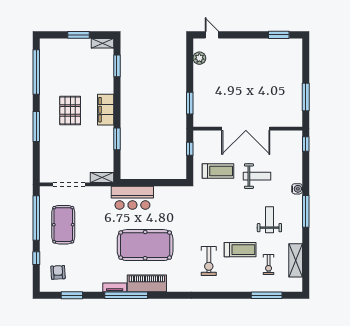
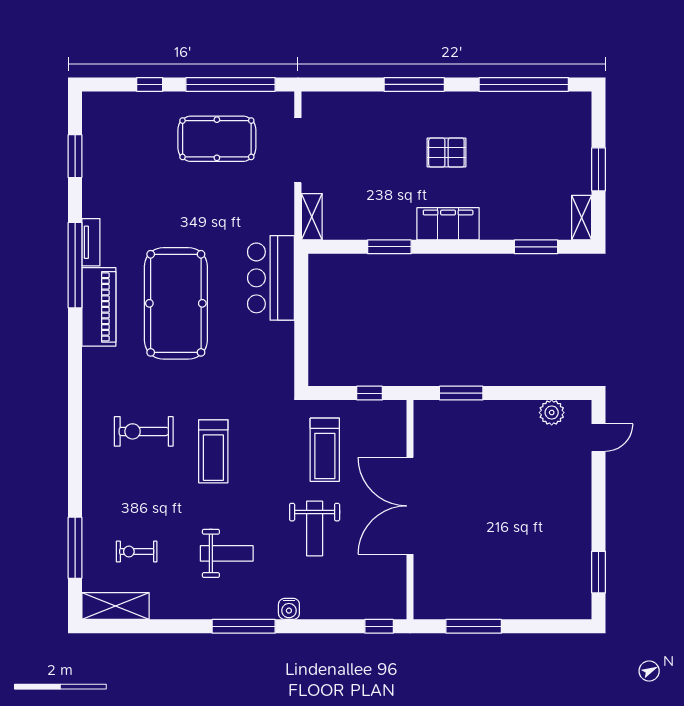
pallet: (70, 110) -> (446, 153), width x0.67, depth x0.71
treadmill: (240, 250) -> (213, 451), moved
shelving: (296, 260) -> (115, 606), moved
armchair: (58, 272) -> (121, 128), removed

